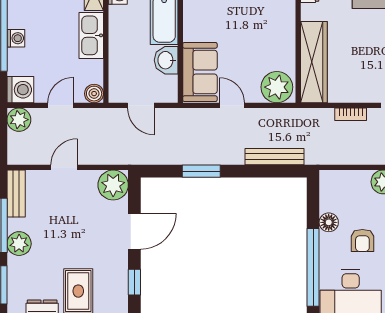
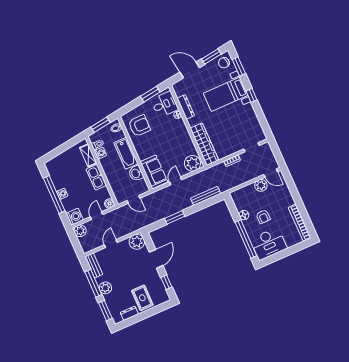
door: (232, 105) -> (176, 181), hinge flipped

